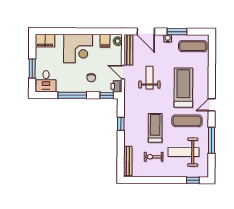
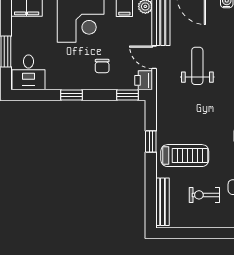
window: (72, 95) -> (72, 95), width x0.46
treadmill: (155, 128) -> (185, 156), moved, turned 90

